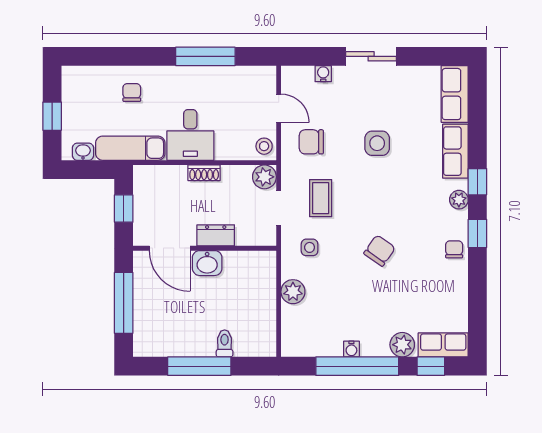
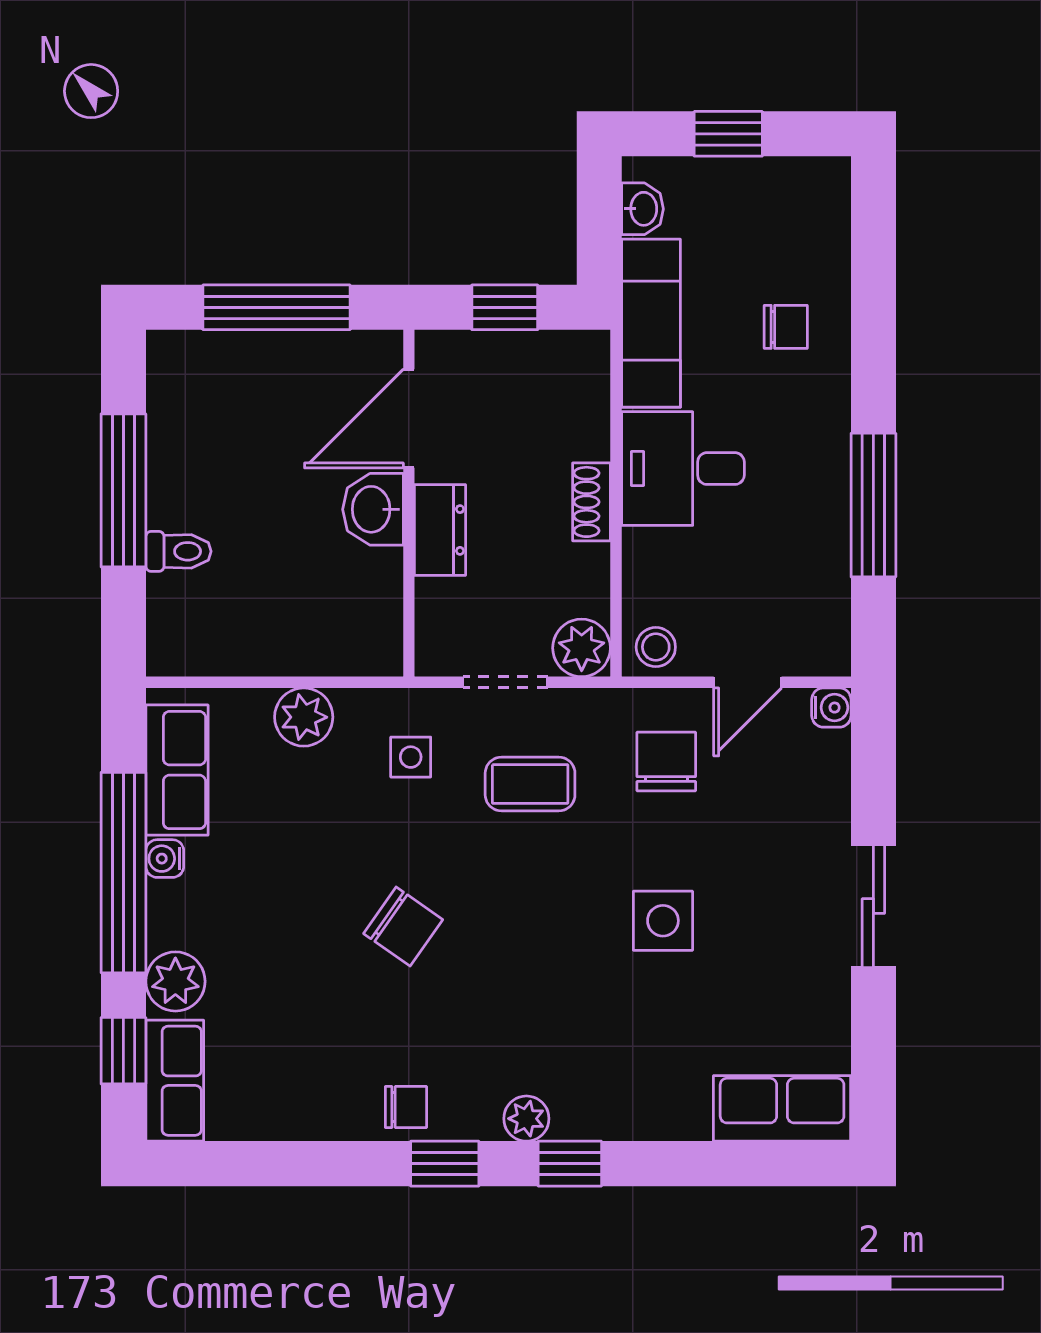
water cooler: (323, 74) -> (831, 708), moved
row of seats: (455, 151) -> (177, 770), moved, turned 90

